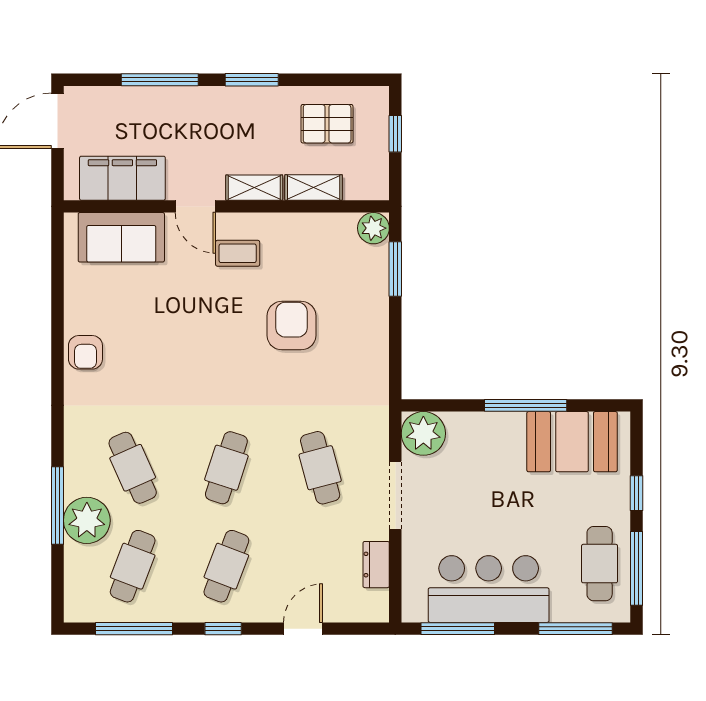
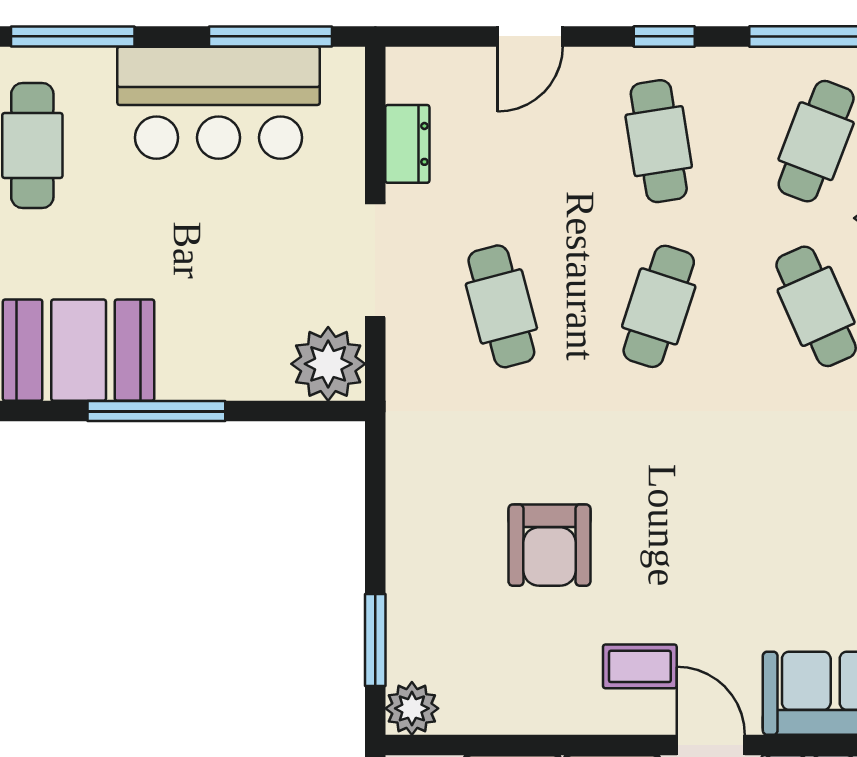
cafe table: (226, 566) -> (659, 141), turned -30

